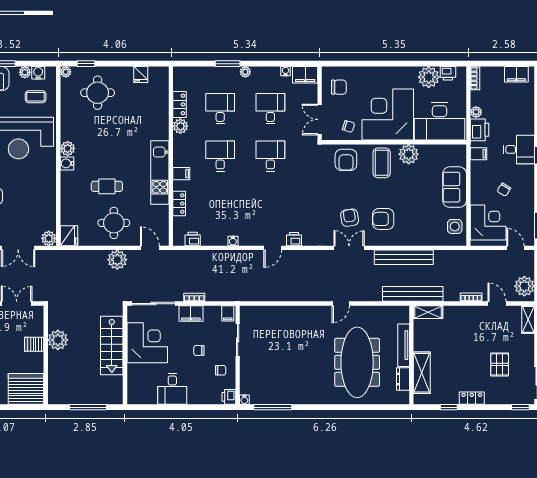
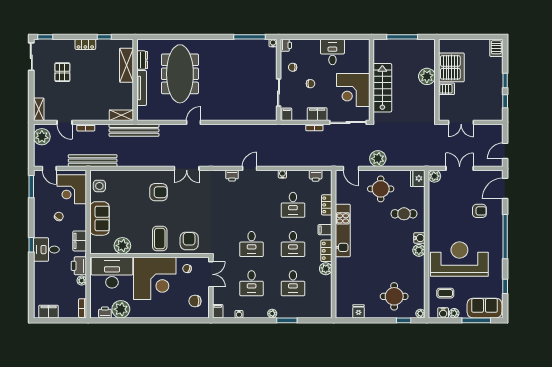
filing cabinet: (305, 75) -> (218, 311), width x0.50
locker: (180, 104) -> (326, 251), moved
plant: (409, 154) -> (122, 246), moved
filing cabinet: (479, 154) -> (80, 241), width x2.00
cafe table: (107, 186) -> (404, 214), moved
desk: (220, 204) -> (293, 205), added
armchair: (350, 218) -> (186, 193), removed
bench: (404, 257) -> (93, 161), moved
plant: (58, 340) -> (427, 76), moved
server rack: (26, 389) -> (451, 67), moved, turned -90

